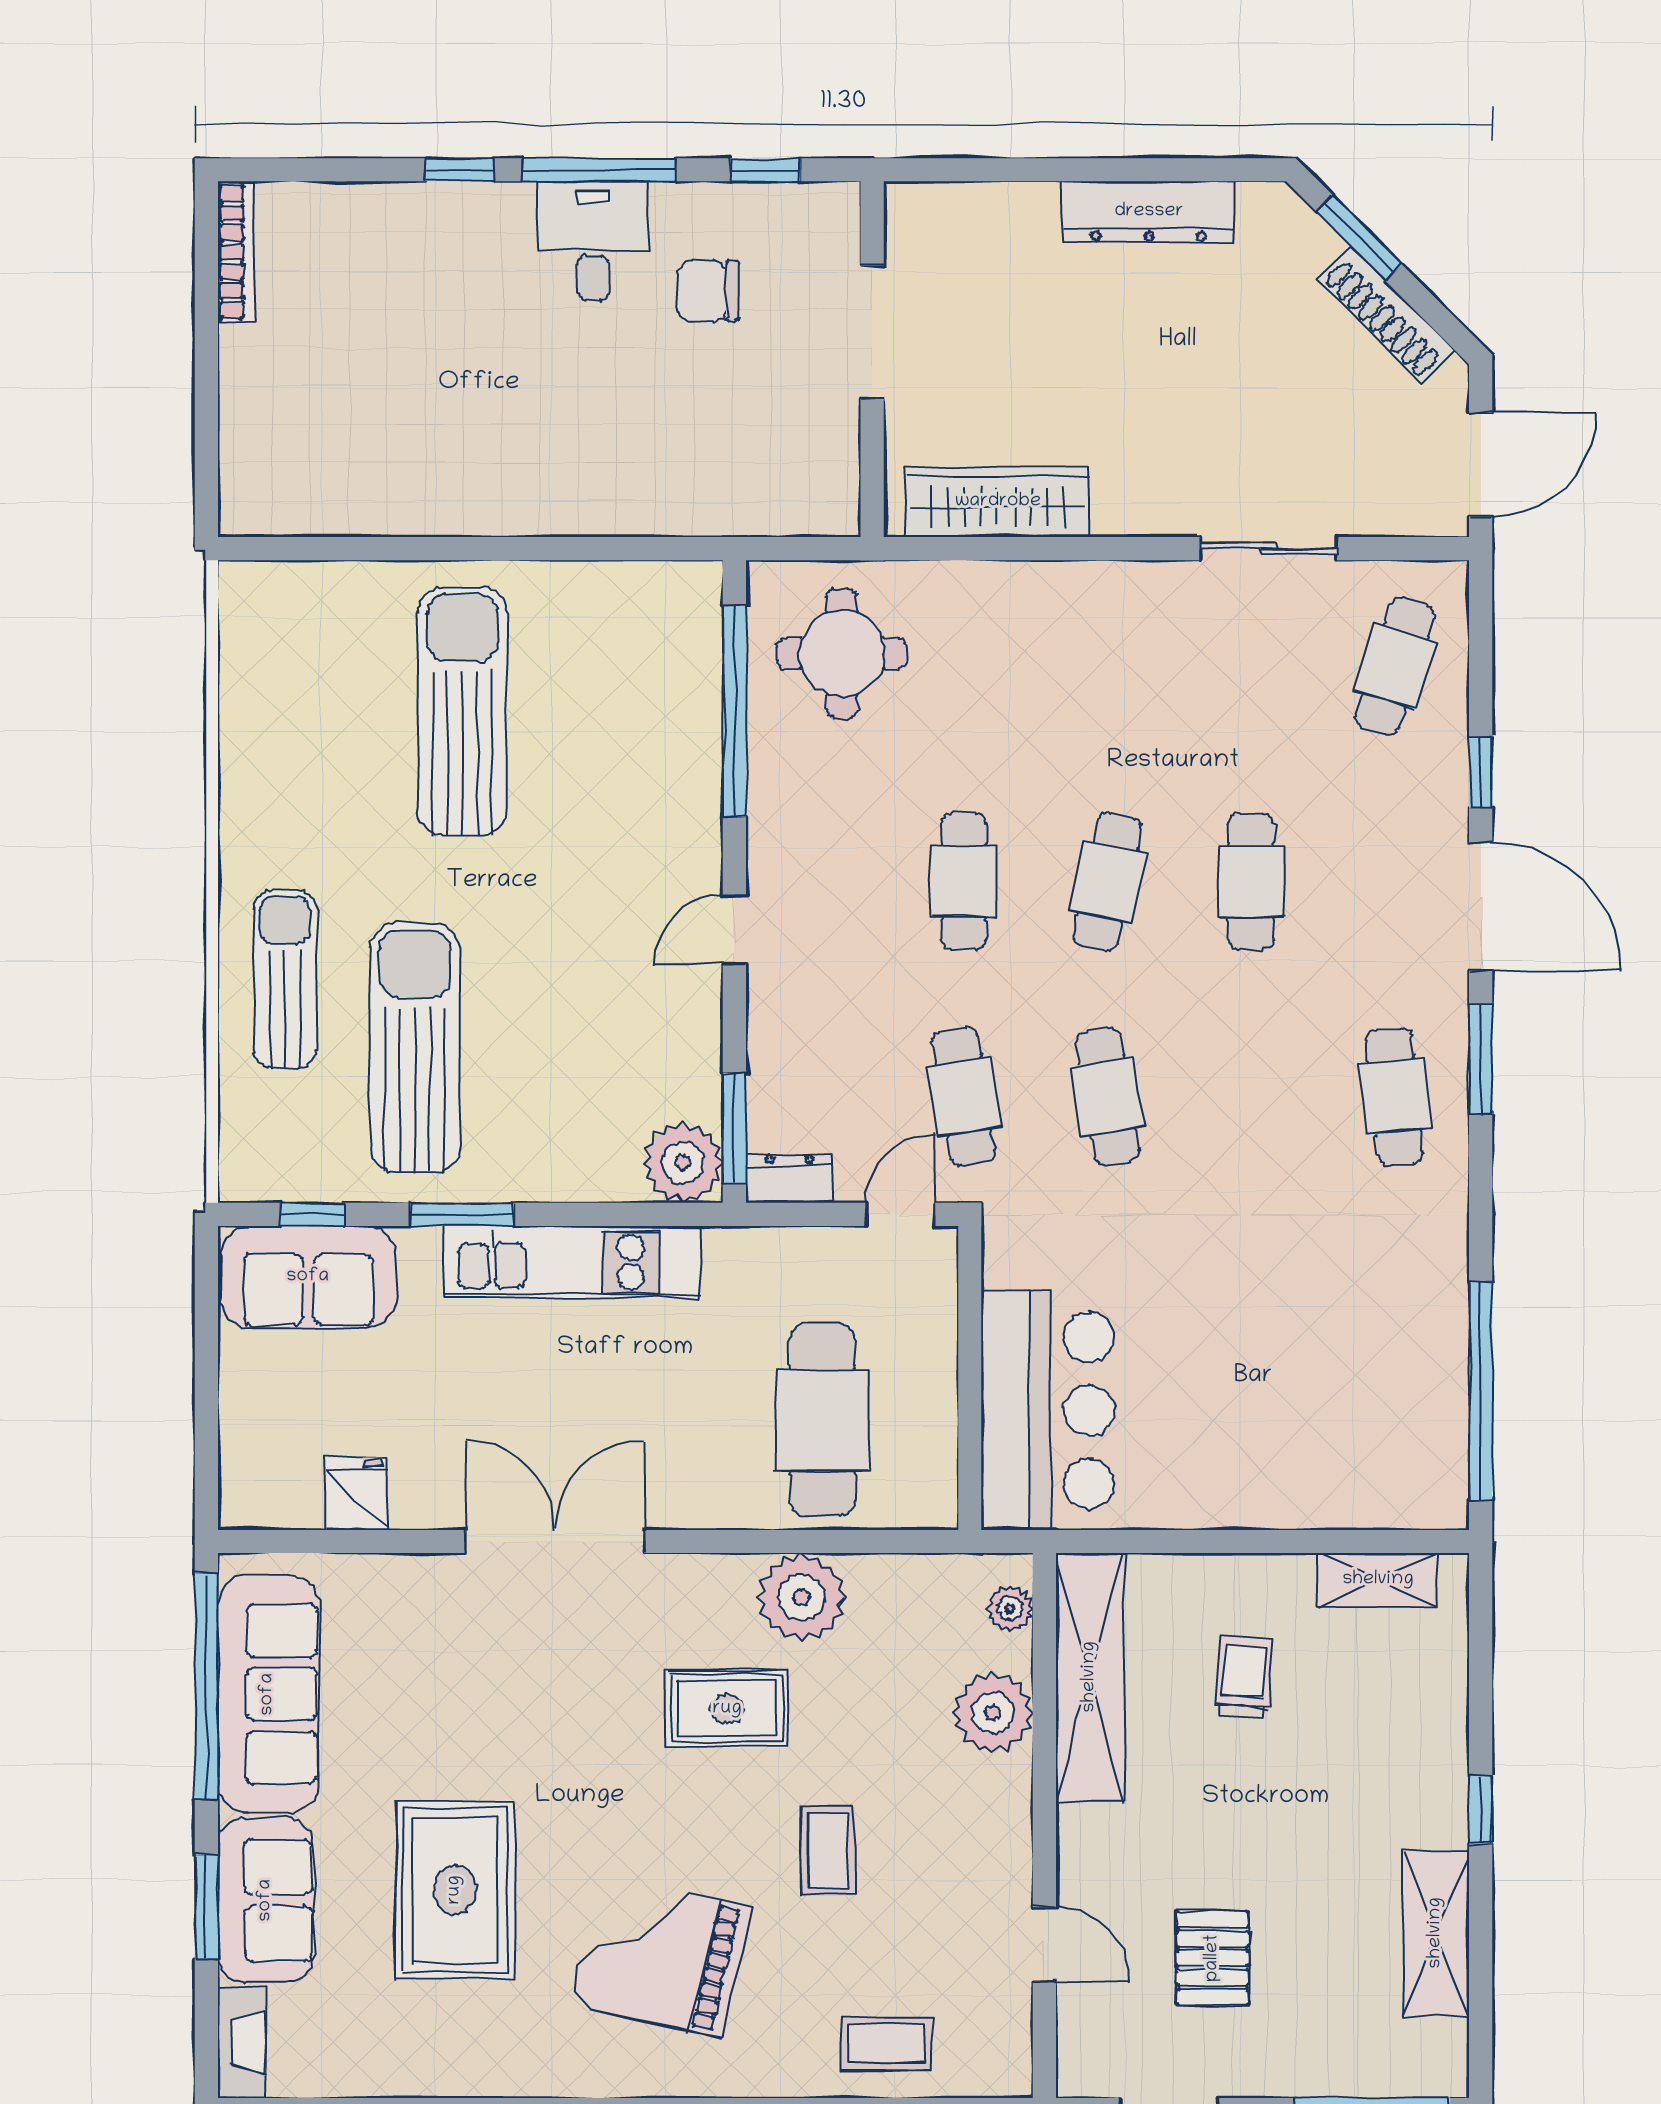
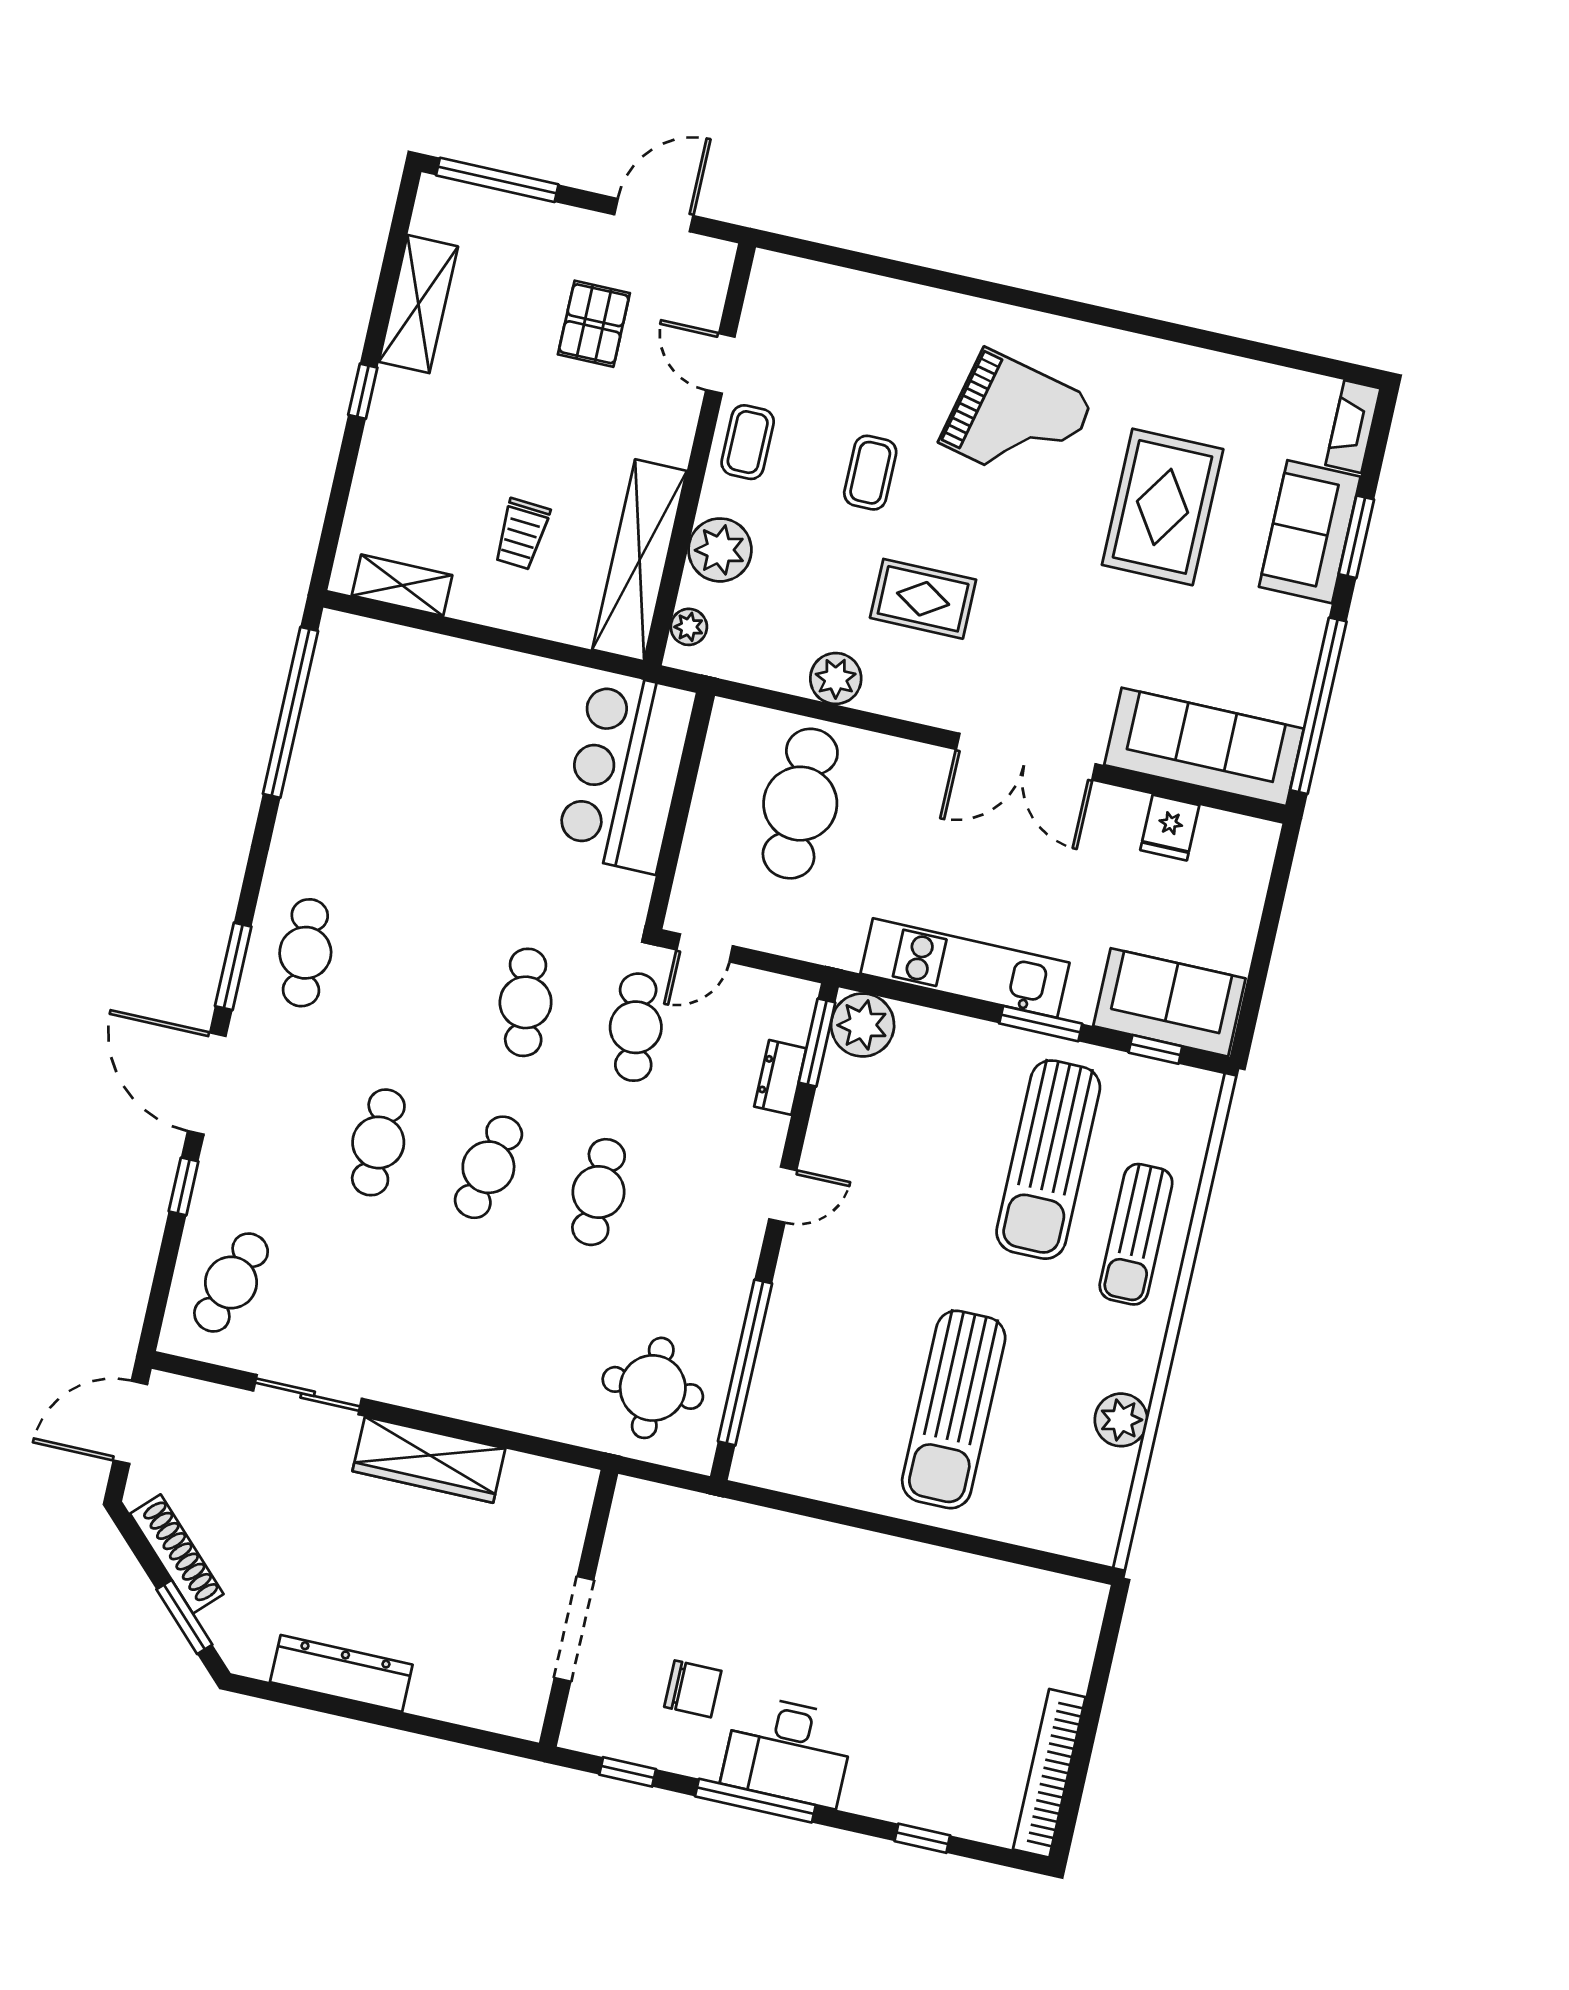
window: (460, 170) -> (922, 1838), moved
desk: (593, 241) -> (788, 1751), width x1.37
bookcase: (236, 252) -> (1049, 1773), width x1.48, depth x1.31
wardrobe: (998, 502) -> (429, 1460), moved
plant: (251, 745) -> (1121, 1420), added
dresser: (789, 1178) -> (780, 1077), moved, turned 90
plant: (801, 1597) -> (836, 678), width x0.73, depth x0.73
sofa: (268, 1694) -> (1204, 747), moved, turned 90
coffee table: (886, 2044) -> (748, 442), moved, turned 90

